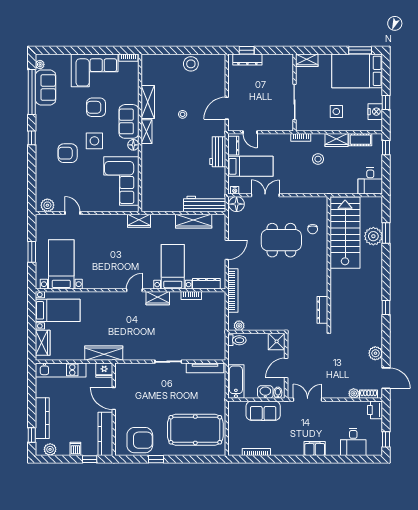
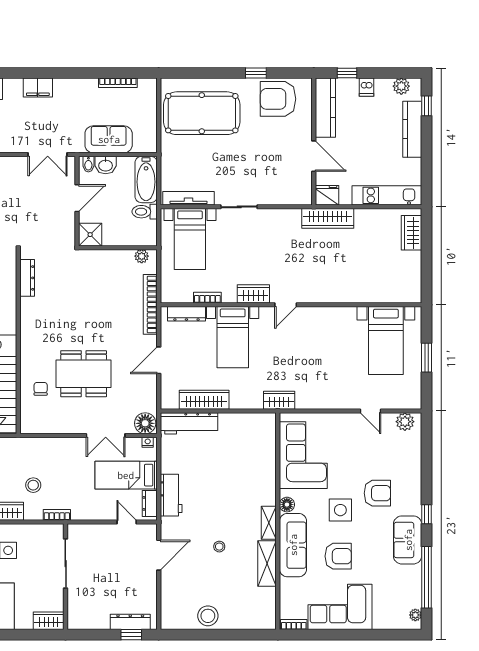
sofa: (46, 88) -> (408, 540), moved
sofa: (129, 121) -> (293, 545), width x1.36
bed with nightstands: (58, 310) -> (190, 239), moved, turned -90
toilet: (237, 340) -> (145, 212), moved

